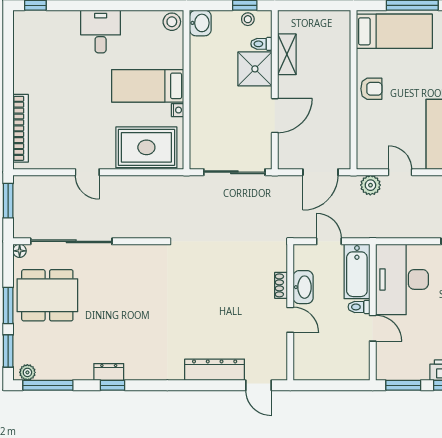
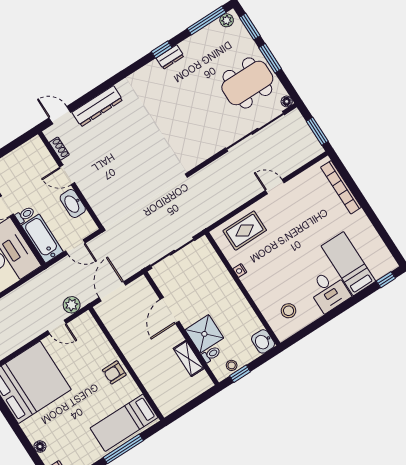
stool: (172, 22) -> (289, 311), moved
bed: (148, 86) -> (348, 264), moved, turned -90
rug: (146, 147) -> (245, 231), width x0.73, depth x0.70
shoe rack: (281, 285) -> (59, 149), moved

